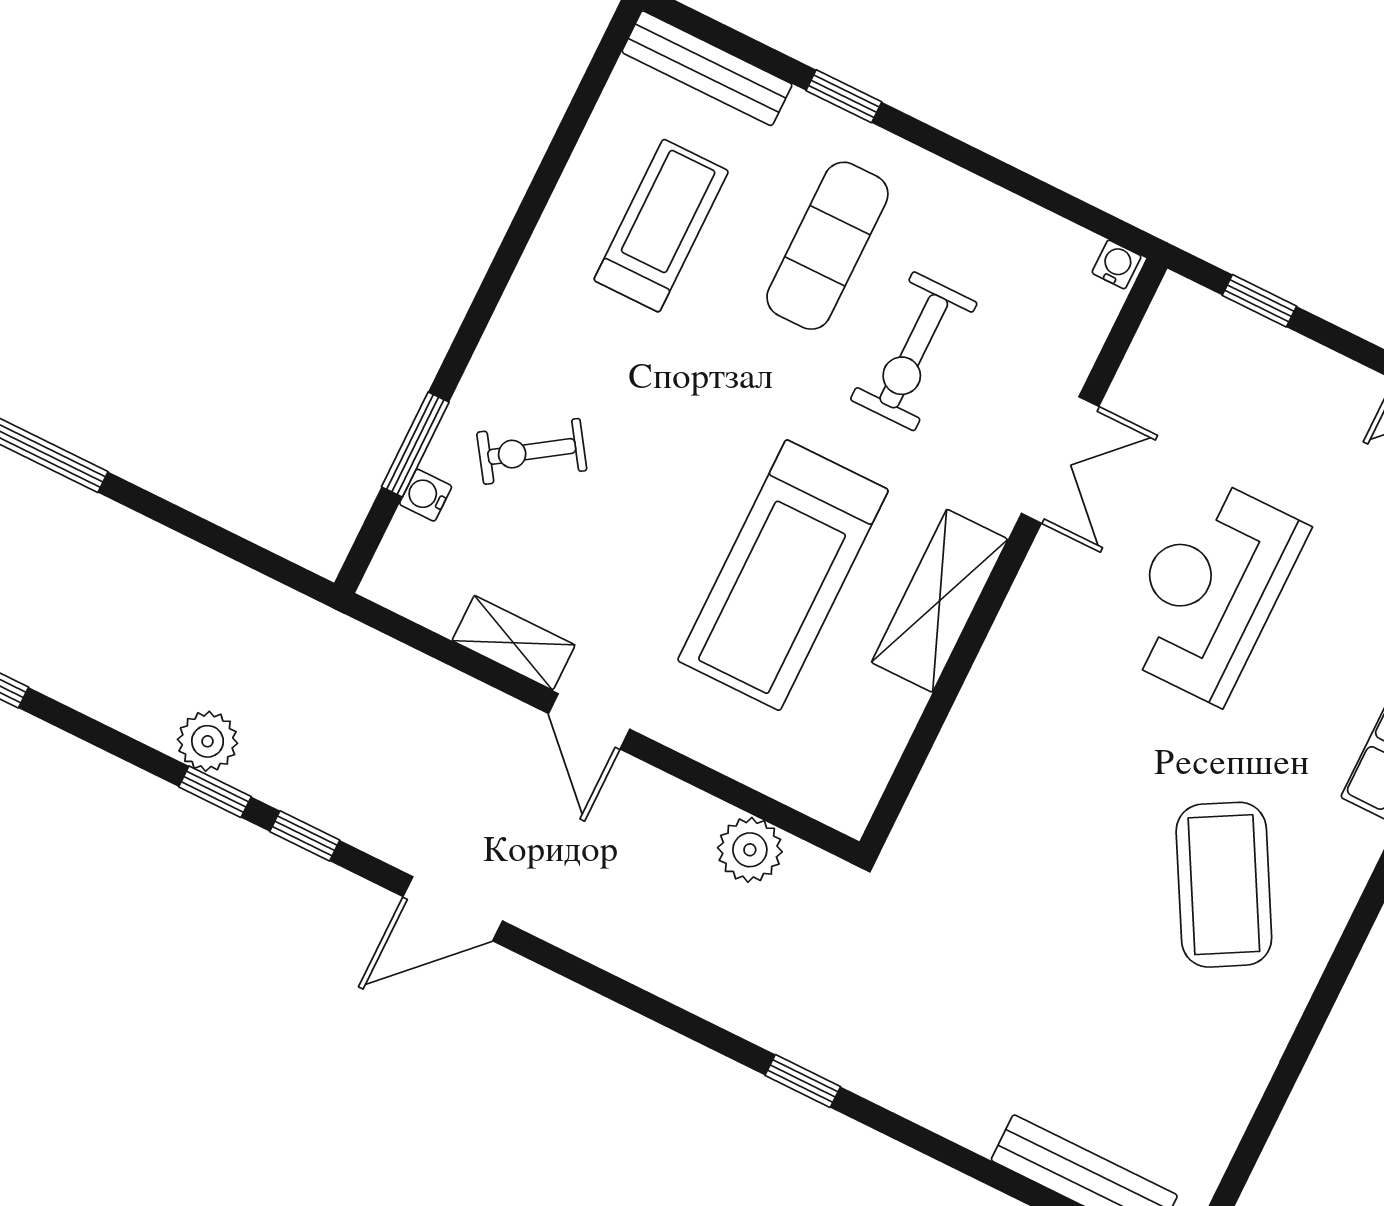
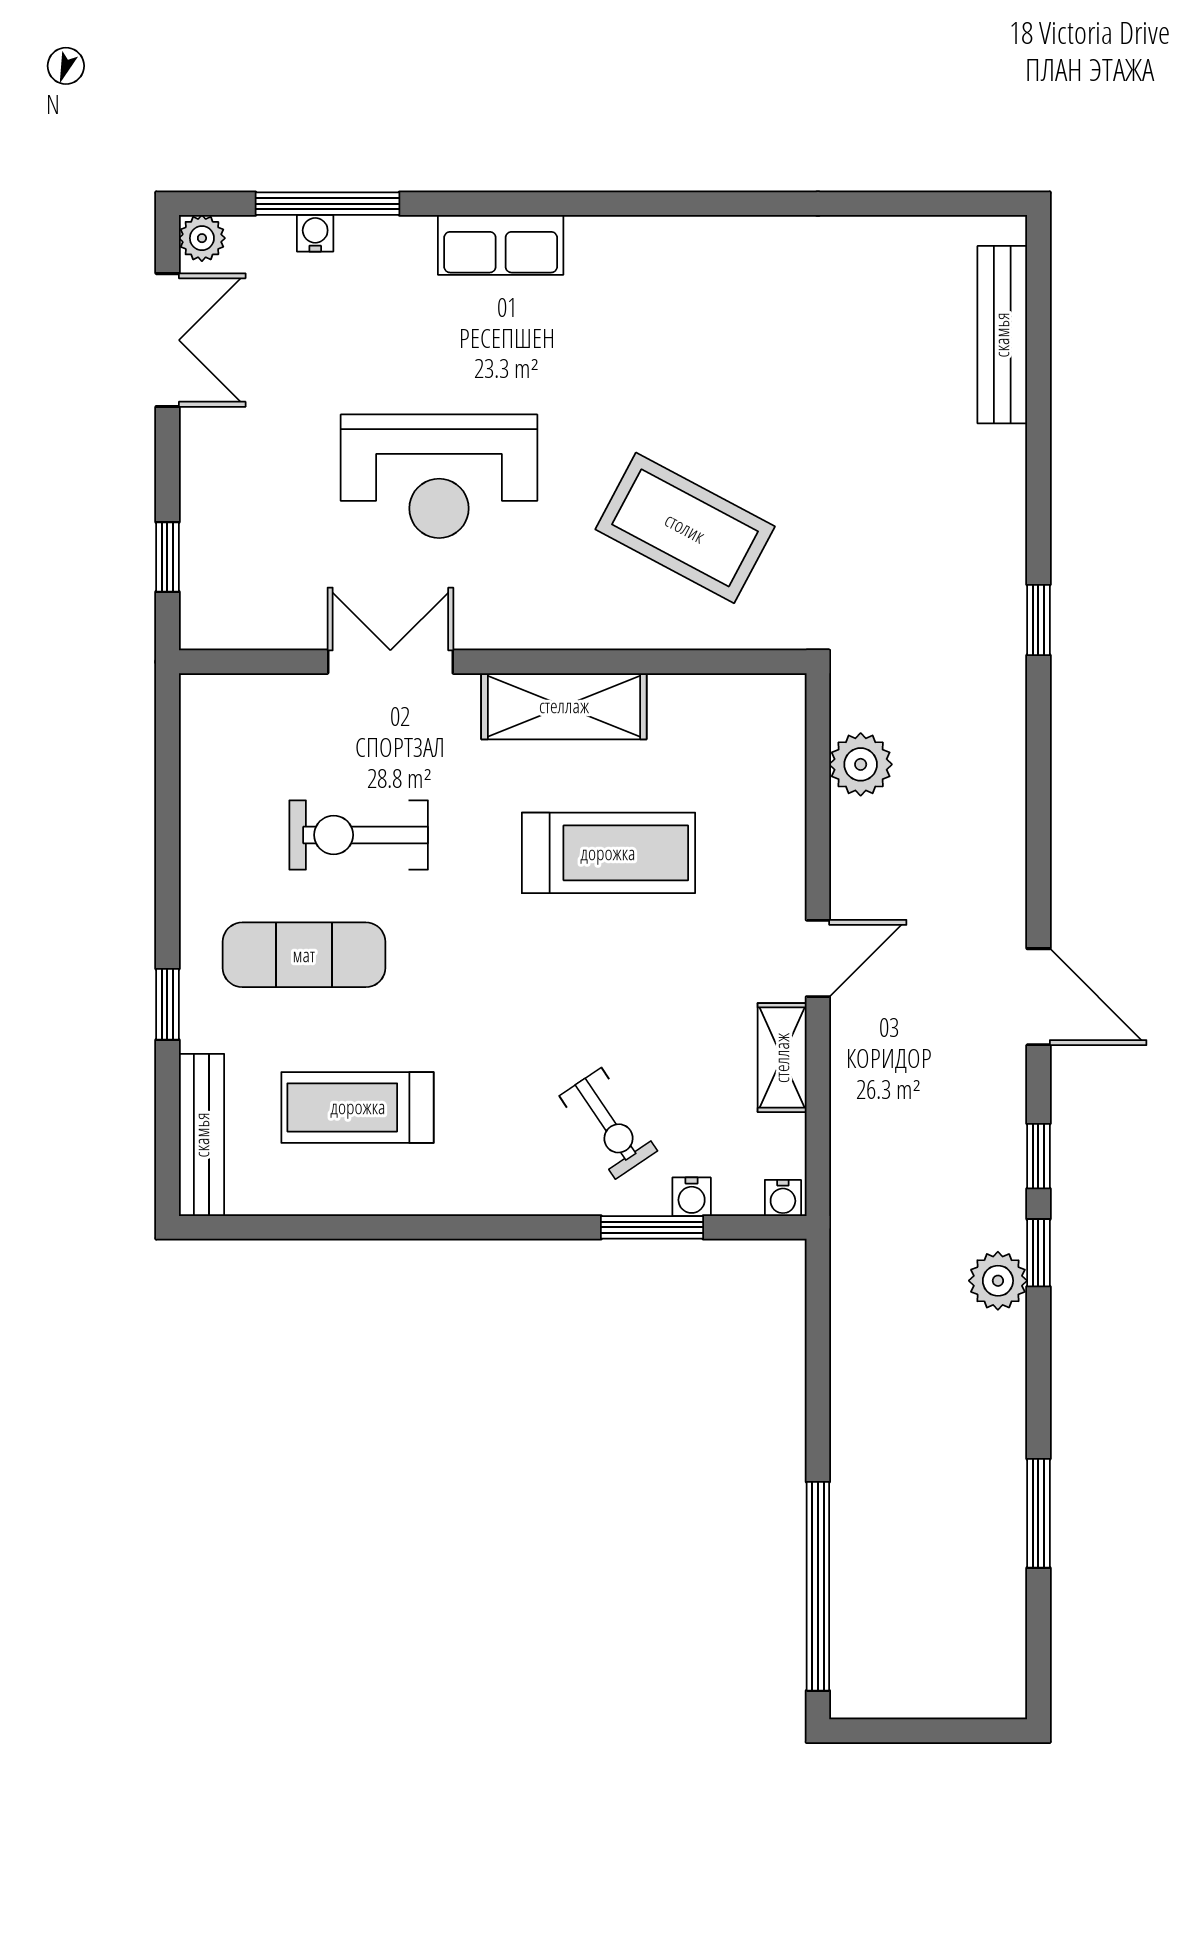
water cooler: (1117, 264) -> (783, 1198), moved, turned -90
exercise bike: (914, 351) -> (359, 835), turned 180
treadmill: (783, 575) -> (608, 853), width x0.73, depth x0.73
coffee table: (1224, 885) -> (685, 528), moved, turned 57

